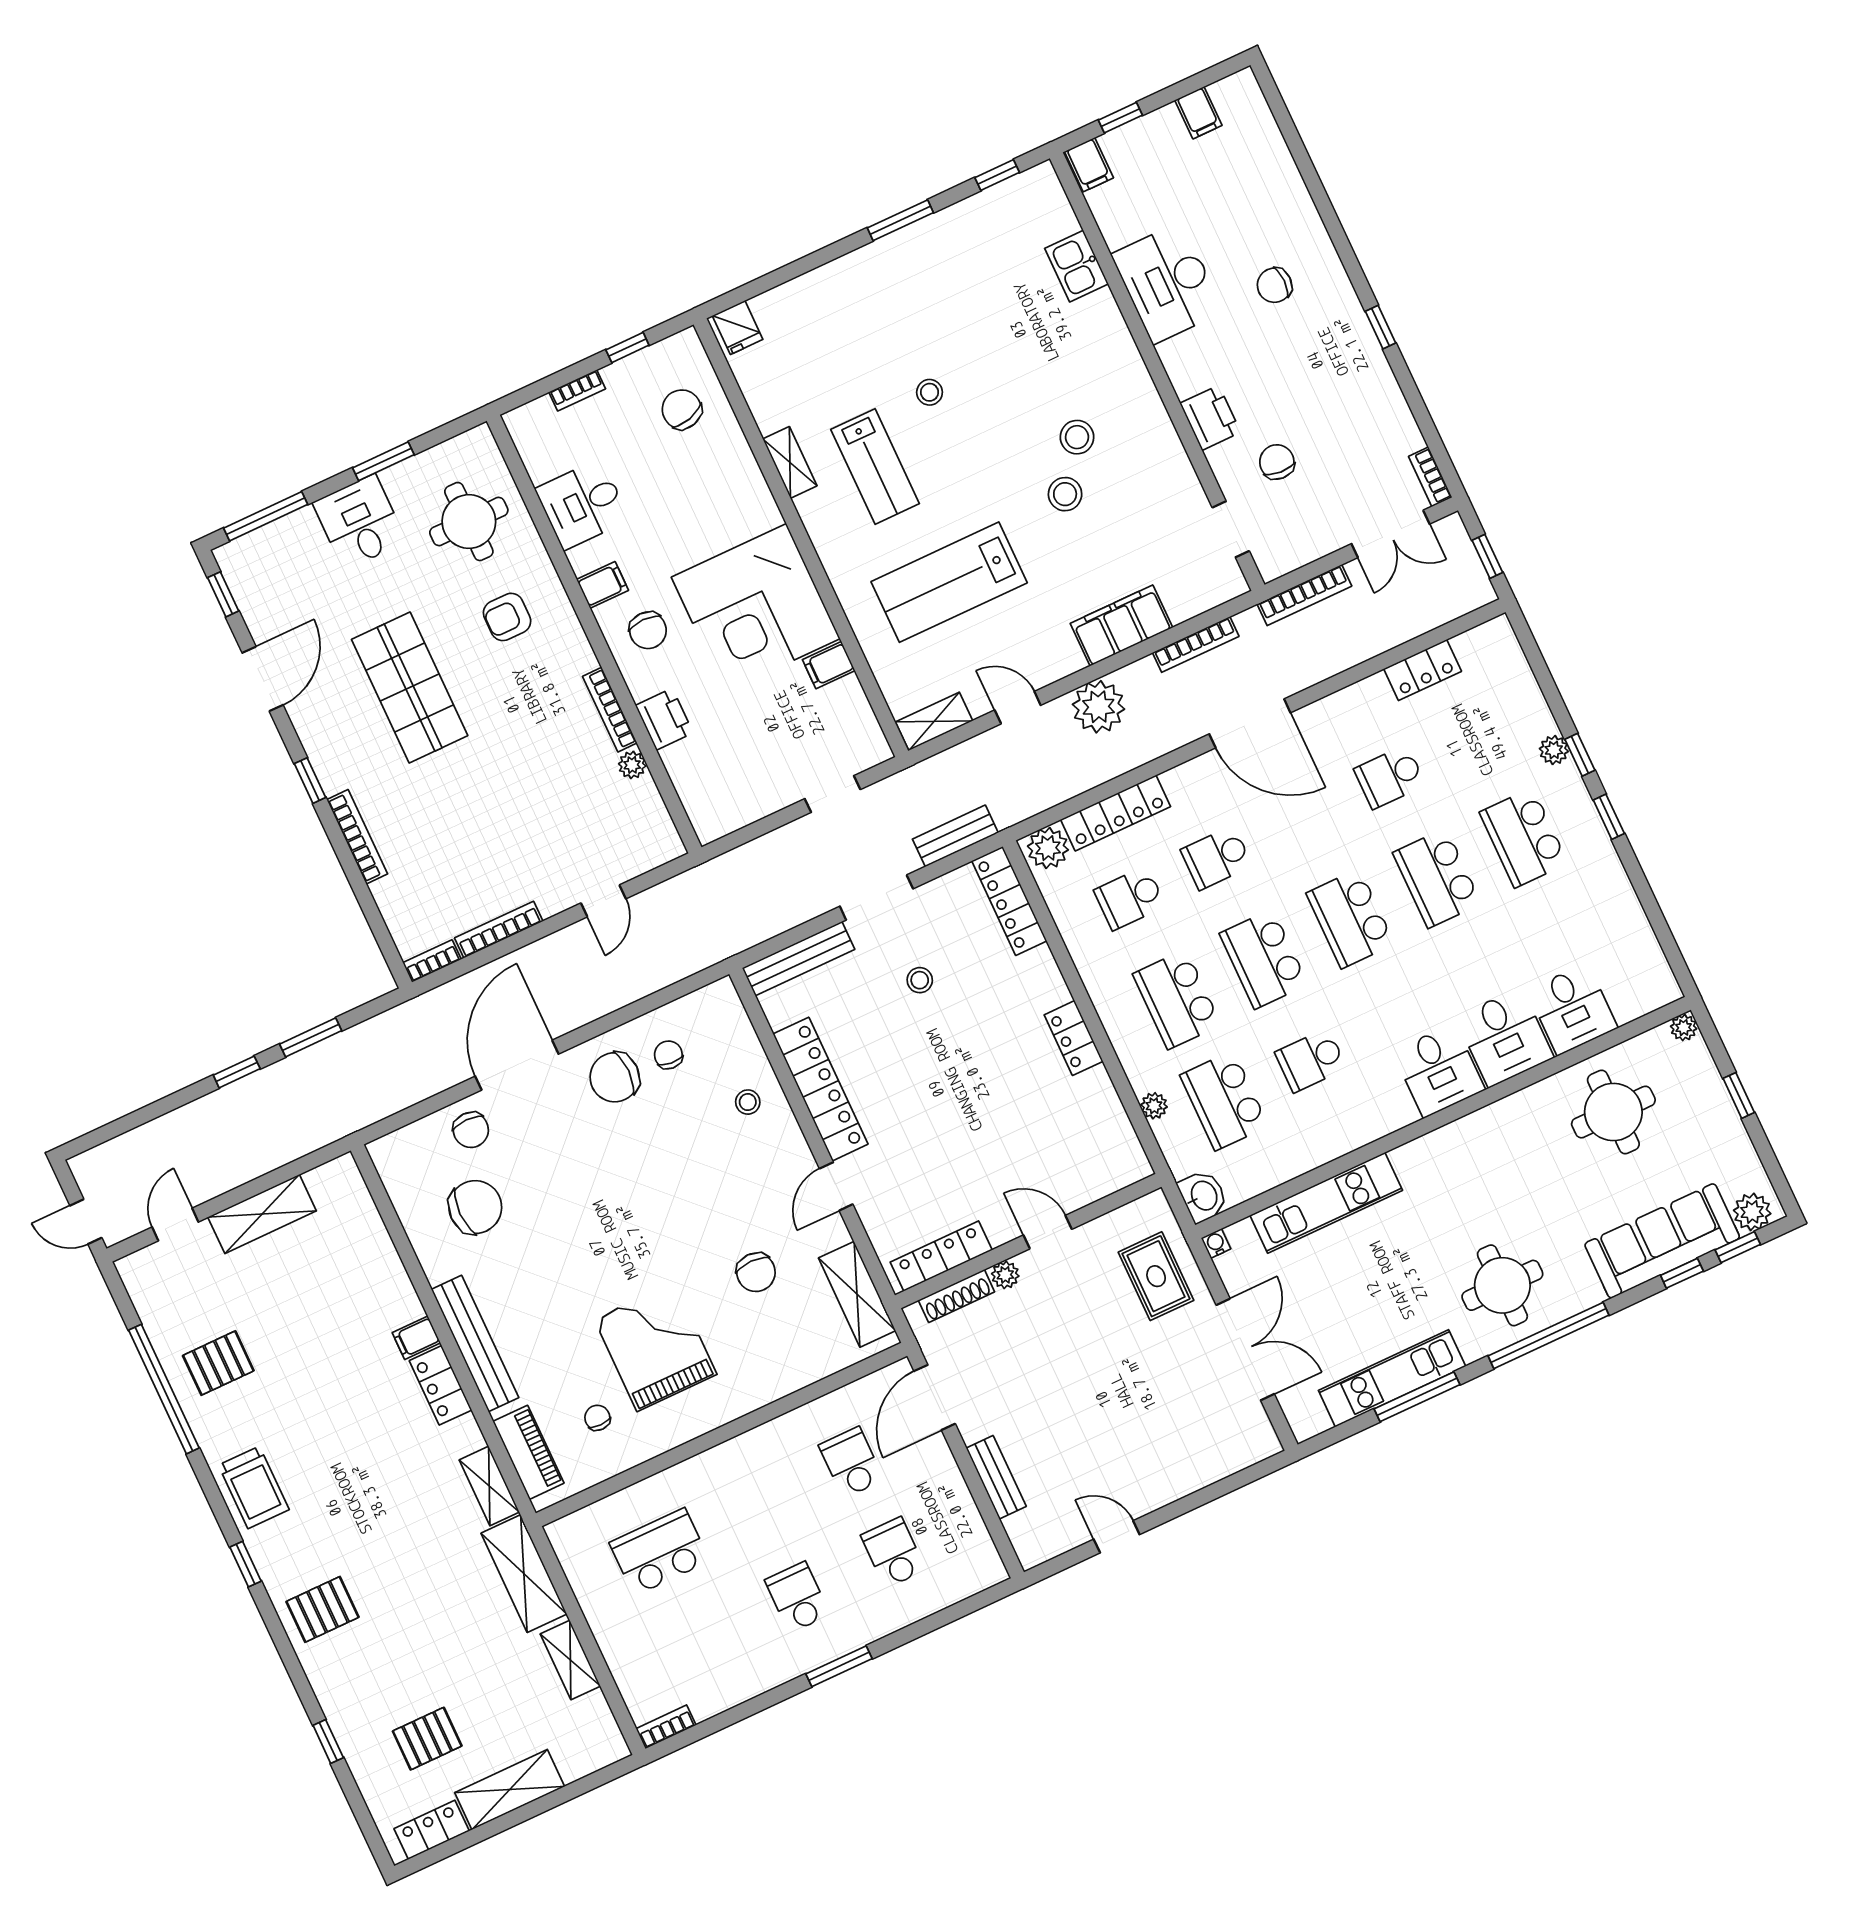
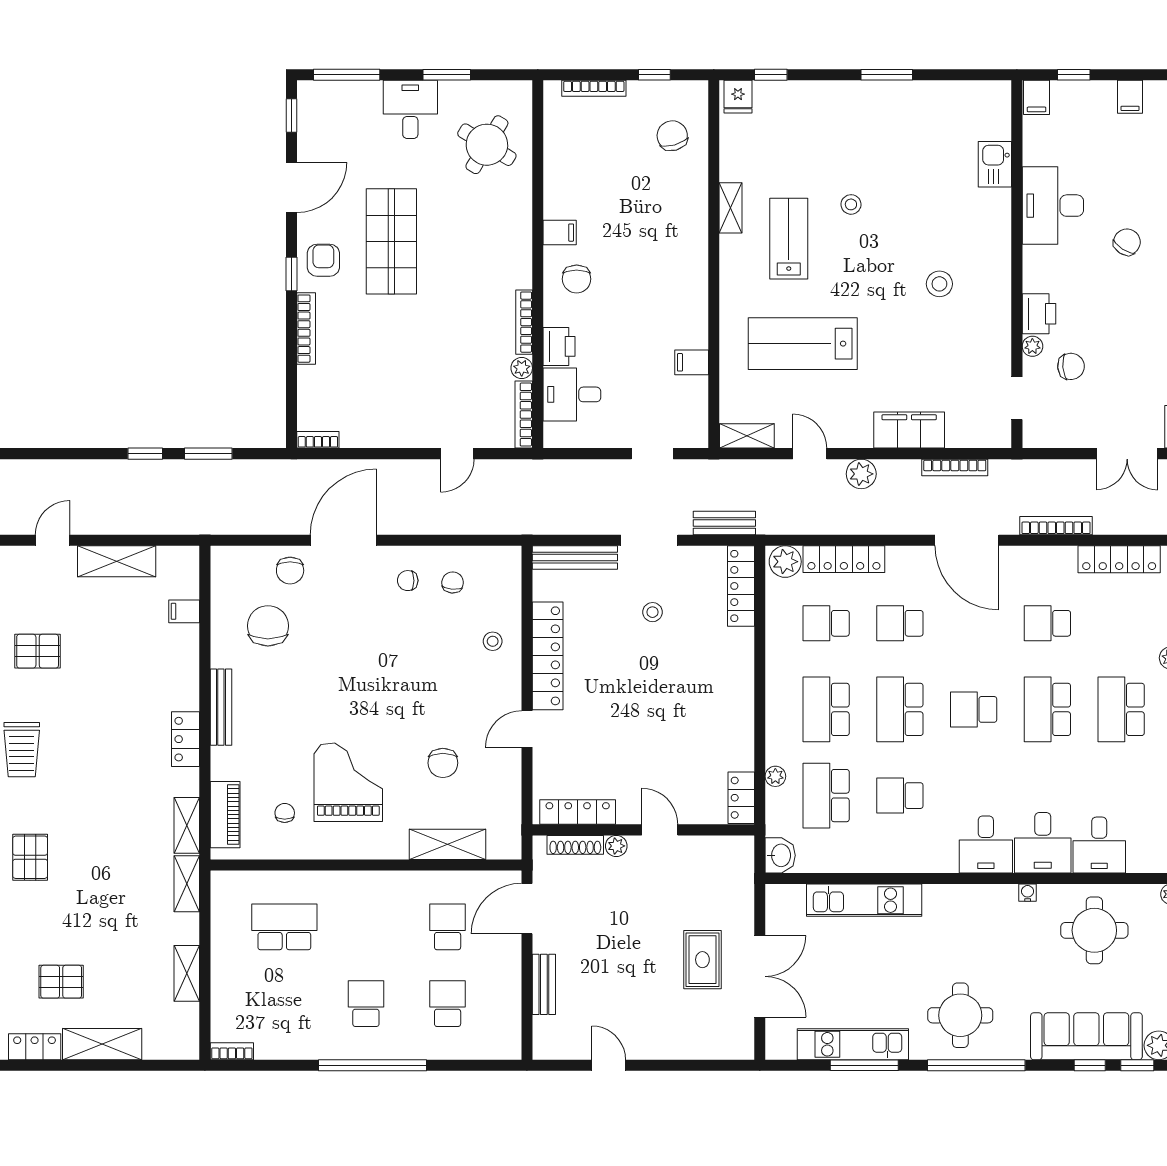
window: (997, 175) -> (771, 75), moved
chair: (1274, 285) -> (1127, 242), turned 123
bookcase: (577, 390) -> (594, 88), width x1.56
plant: (1221, 459) -> (1032, 346), added
chair: (1277, 462) -> (1071, 366), turned 81
lab bench: (875, 467) -> (789, 239), turned 180
stool: (1065, 494) -> (912, 320), removed
desk: (582, 504) -> (572, 394), moved
round table: (469, 522) -> (487, 145), turned 31
bookcase: (1304, 595) -> (1056, 526), moved, turned 180
corner desk: (756, 608) -> (659, 299), removed
armchair: (507, 617) -> (323, 260), moved, turned 90
locker: (1423, 670) -> (1119, 559), width x1.53
plant: (1099, 707) -> (861, 474), width x0.73, depth x0.73
school desk: (1350, 919) -> (974, 709), width x0.54
bookcase: (499, 930) -> (524, 415), moved, turned -90
locker: (1074, 1038) -> (741, 798), moved
chair: (615, 1077) -> (408, 581), width x0.54, depth x0.54
chair: (475, 1207) -> (268, 626), turned -90
water cooler: (1216, 1243) -> (1028, 893), moved
rug: (1156, 1276) -> (702, 960), moved
shelving: (857, 1294) -> (447, 844), moved, turned 90
filing cabinet: (416, 1338) -> (184, 611), moved
bench: (475, 1343) -> (221, 707), width x0.73, depth x0.82
shelving: (524, 1574) -> (187, 884), width x0.67, depth x0.75
pallet: (323, 1609) -> (30, 857), turned 90
window: (839, 1666) -> (373, 1065), width x2.11

